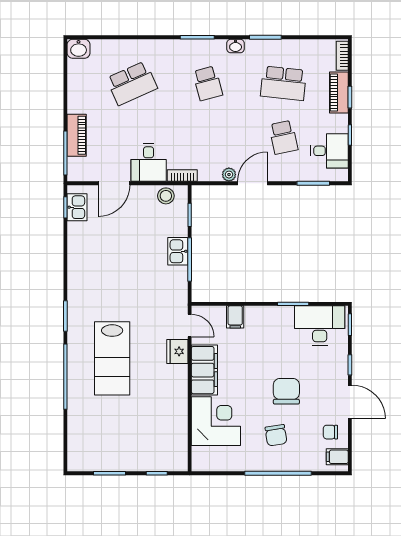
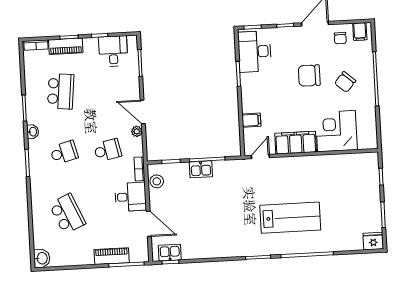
school desk: (283, 137) -> (108, 150), moved
fridge: (177, 351) -> (373, 241), moved, turned 180
chair: (276, 435) -> (345, 82), turned 140

